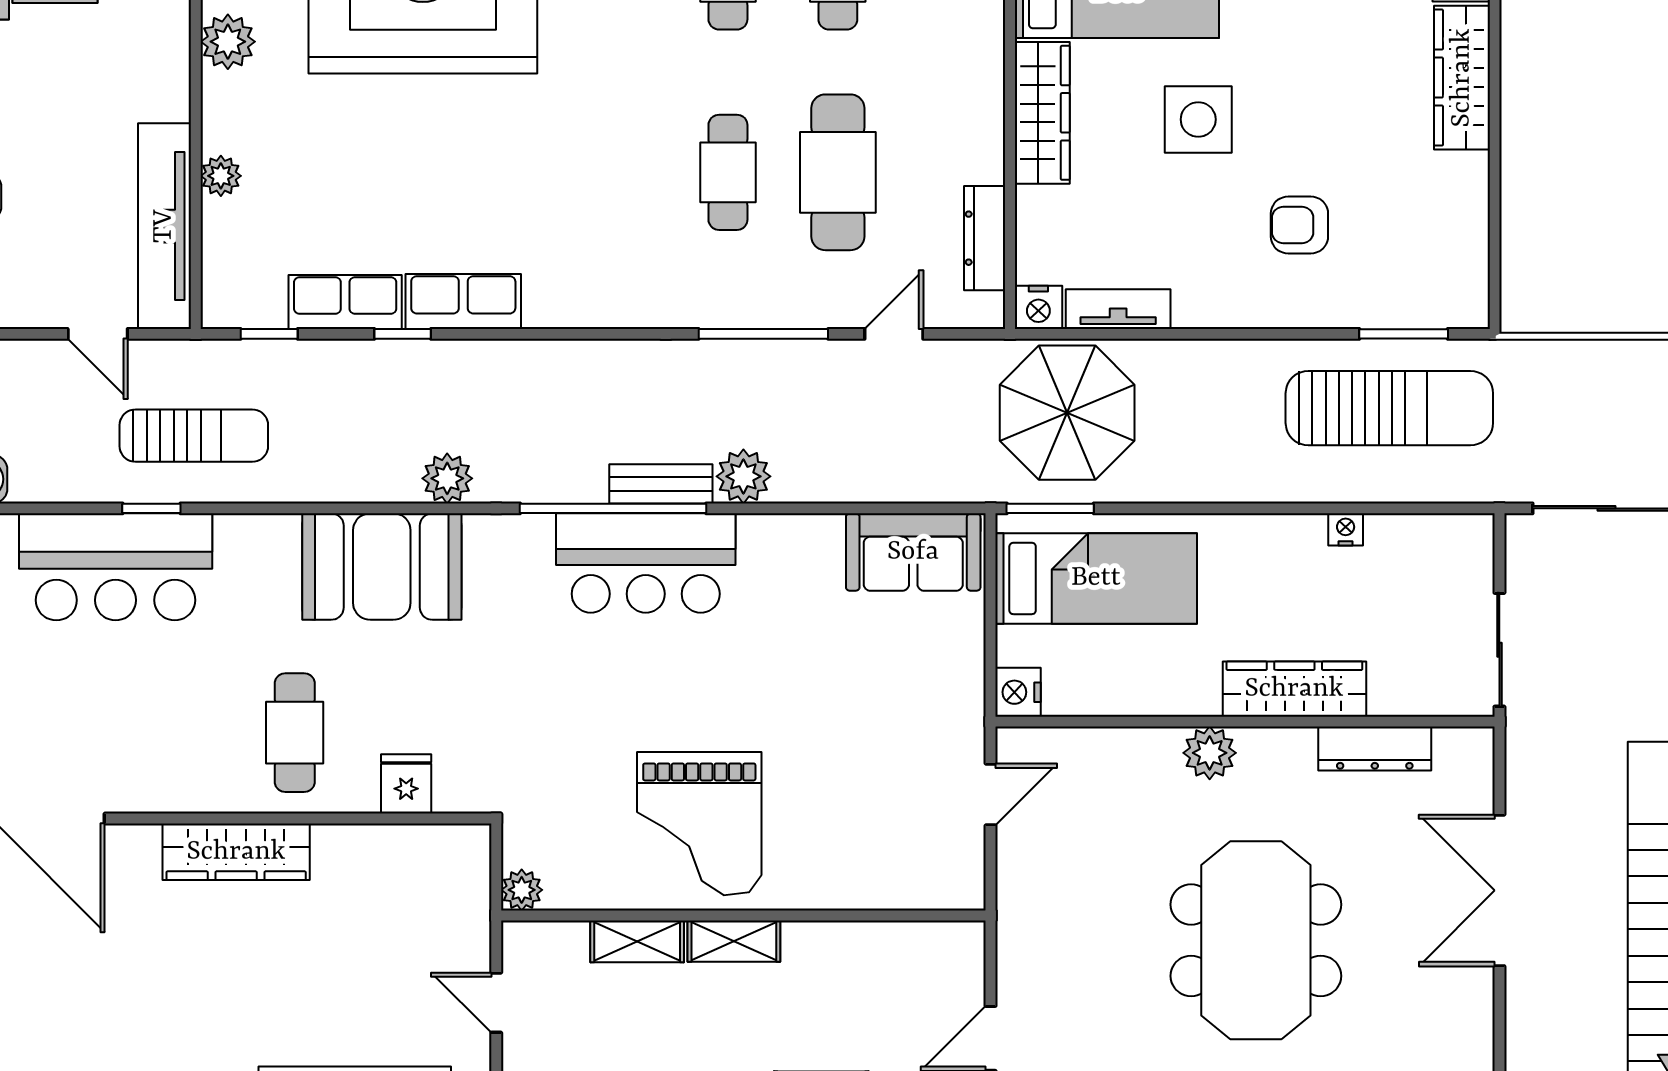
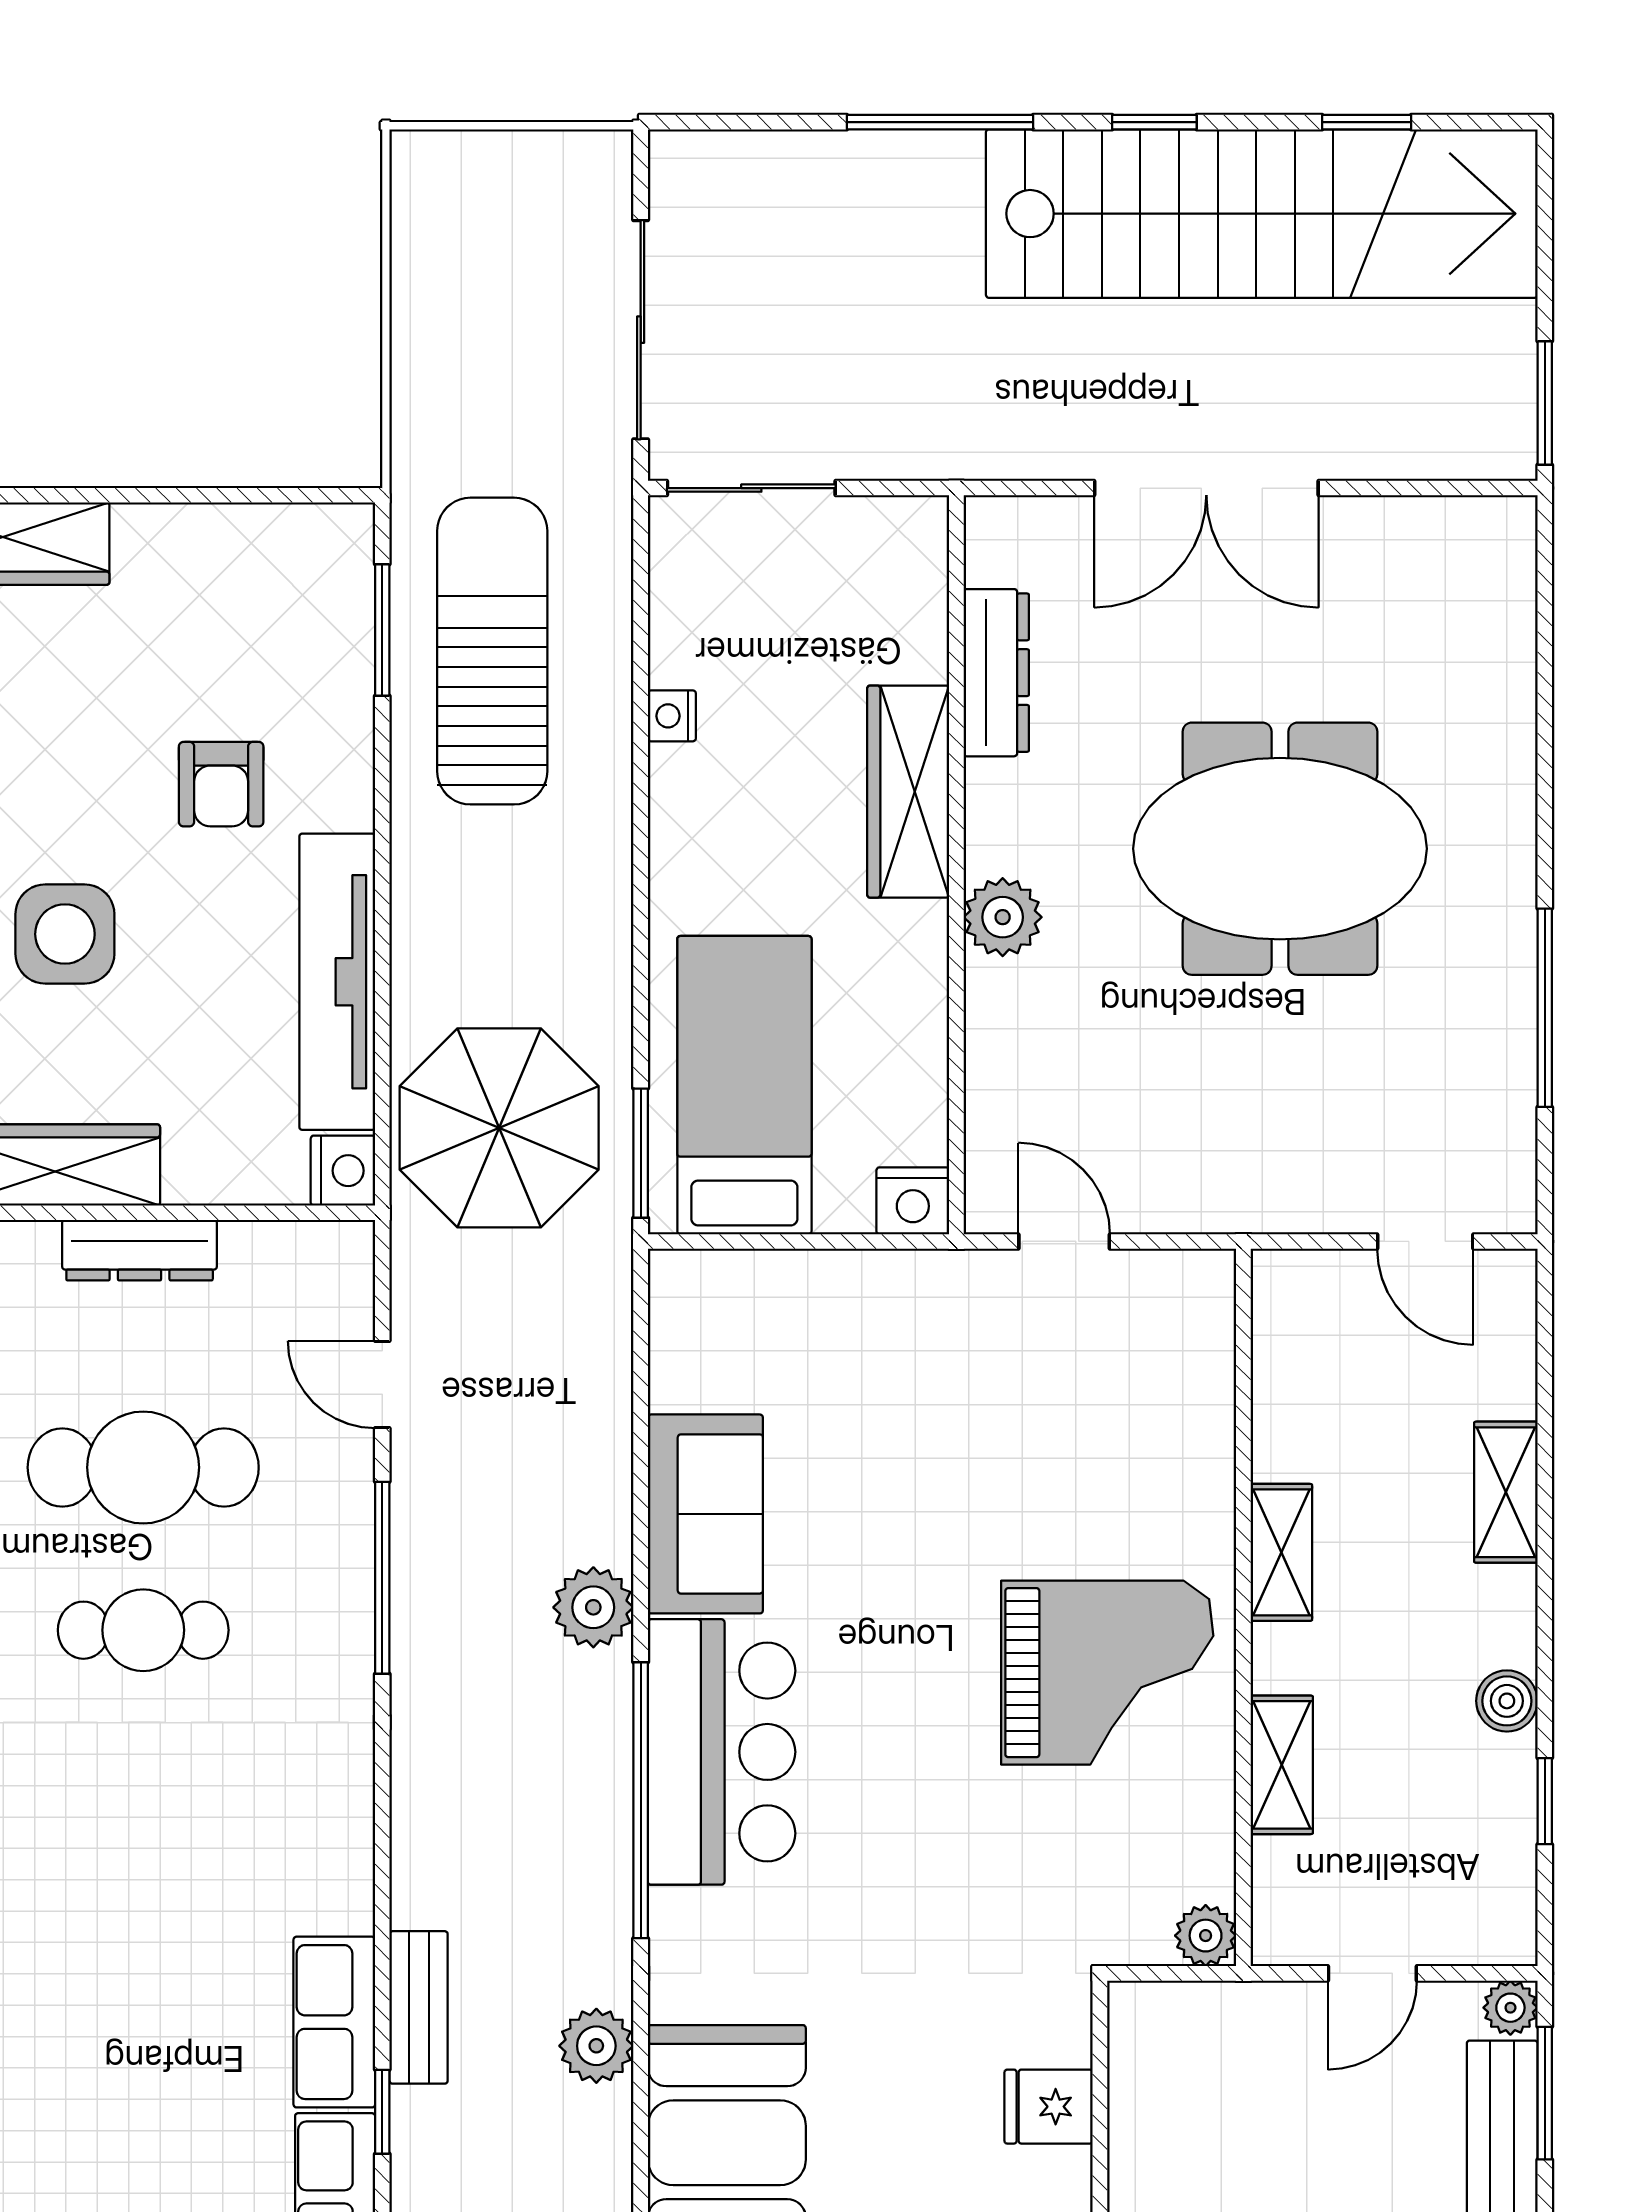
dresser: (985, 238) -> (140, 1250), moved
tv unit: (1118, 309) -> (337, 982), width x1.92, depth x1.29
bench: (661, 484) -> (419, 2007), moved
sofa: (913, 552) -> (705, 1514), moved
sliding door: (1499, 650) -> (751, 488), moved
shelving: (734, 941) -> (1281, 1552), moved

